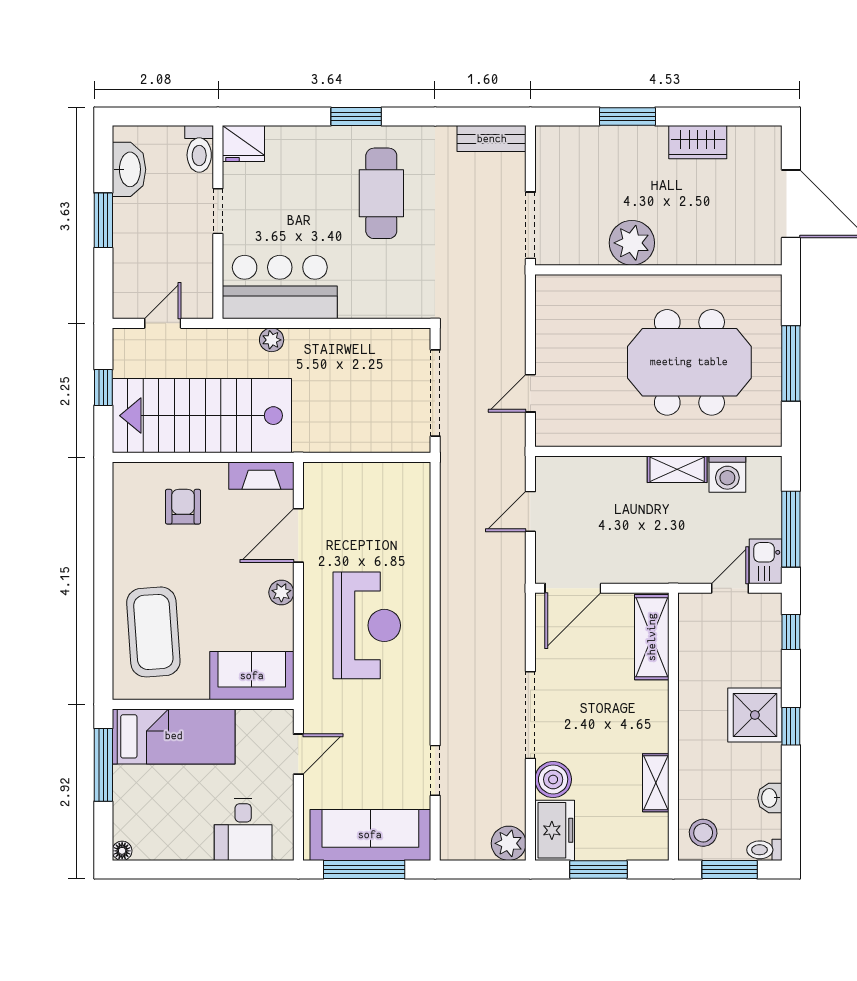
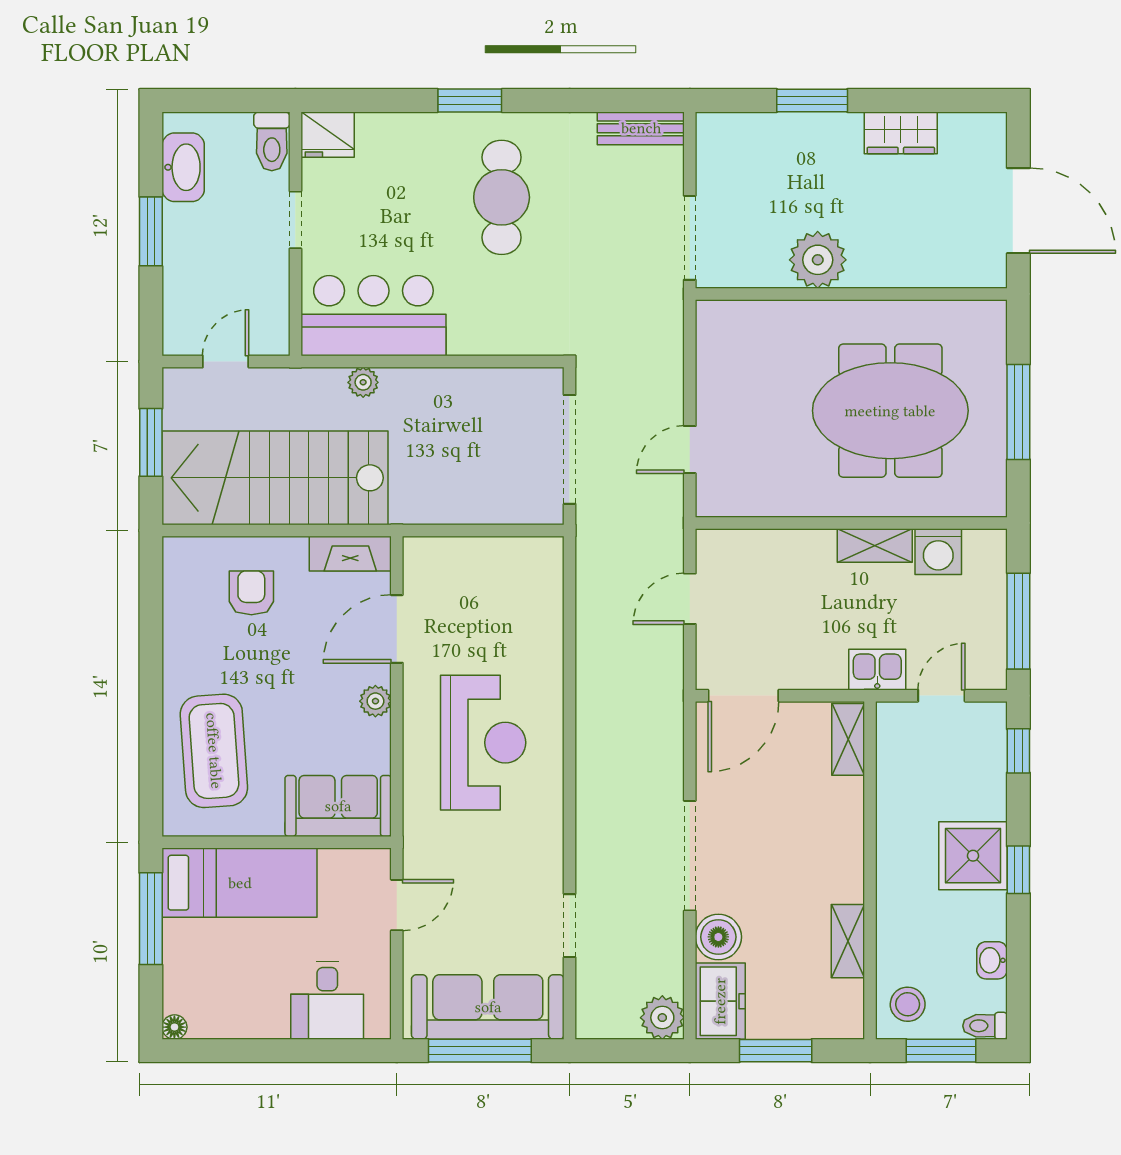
window: (103, 388) -> (151, 442), width x1.50
kitchen sink: (766, 561) -> (877, 670), moved, turned 90
shelving: (652, 637) -> (848, 739), width x0.67, depth x0.75

